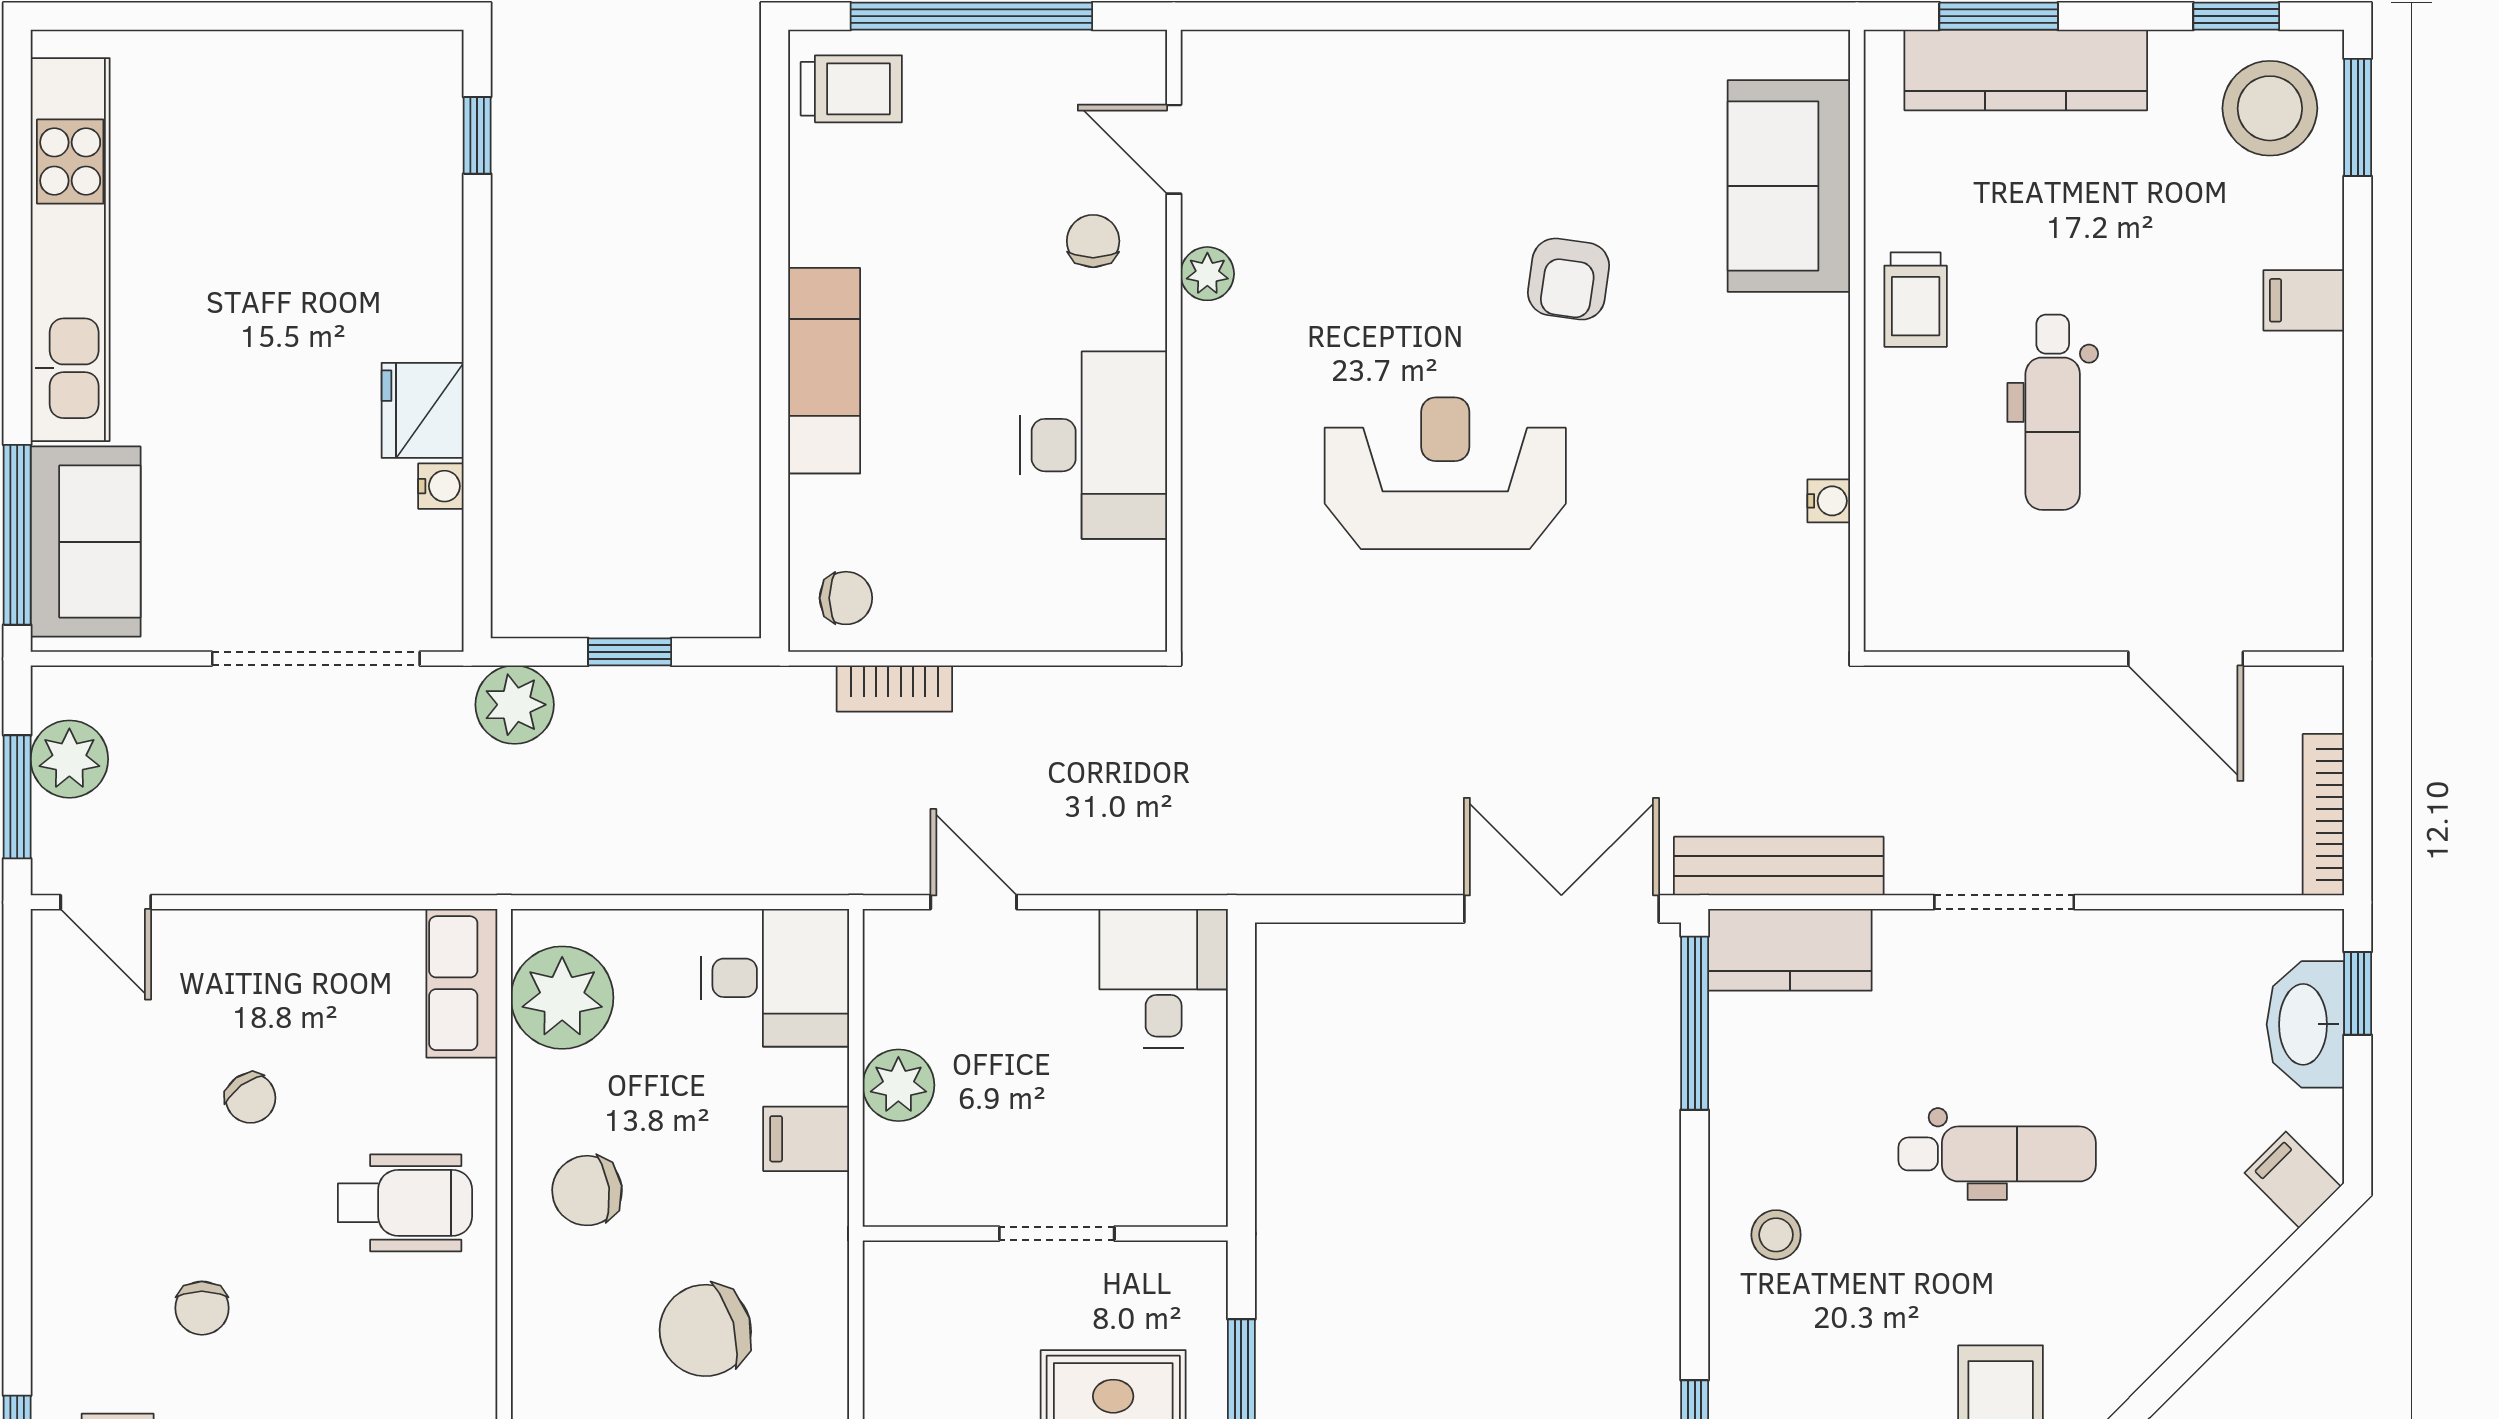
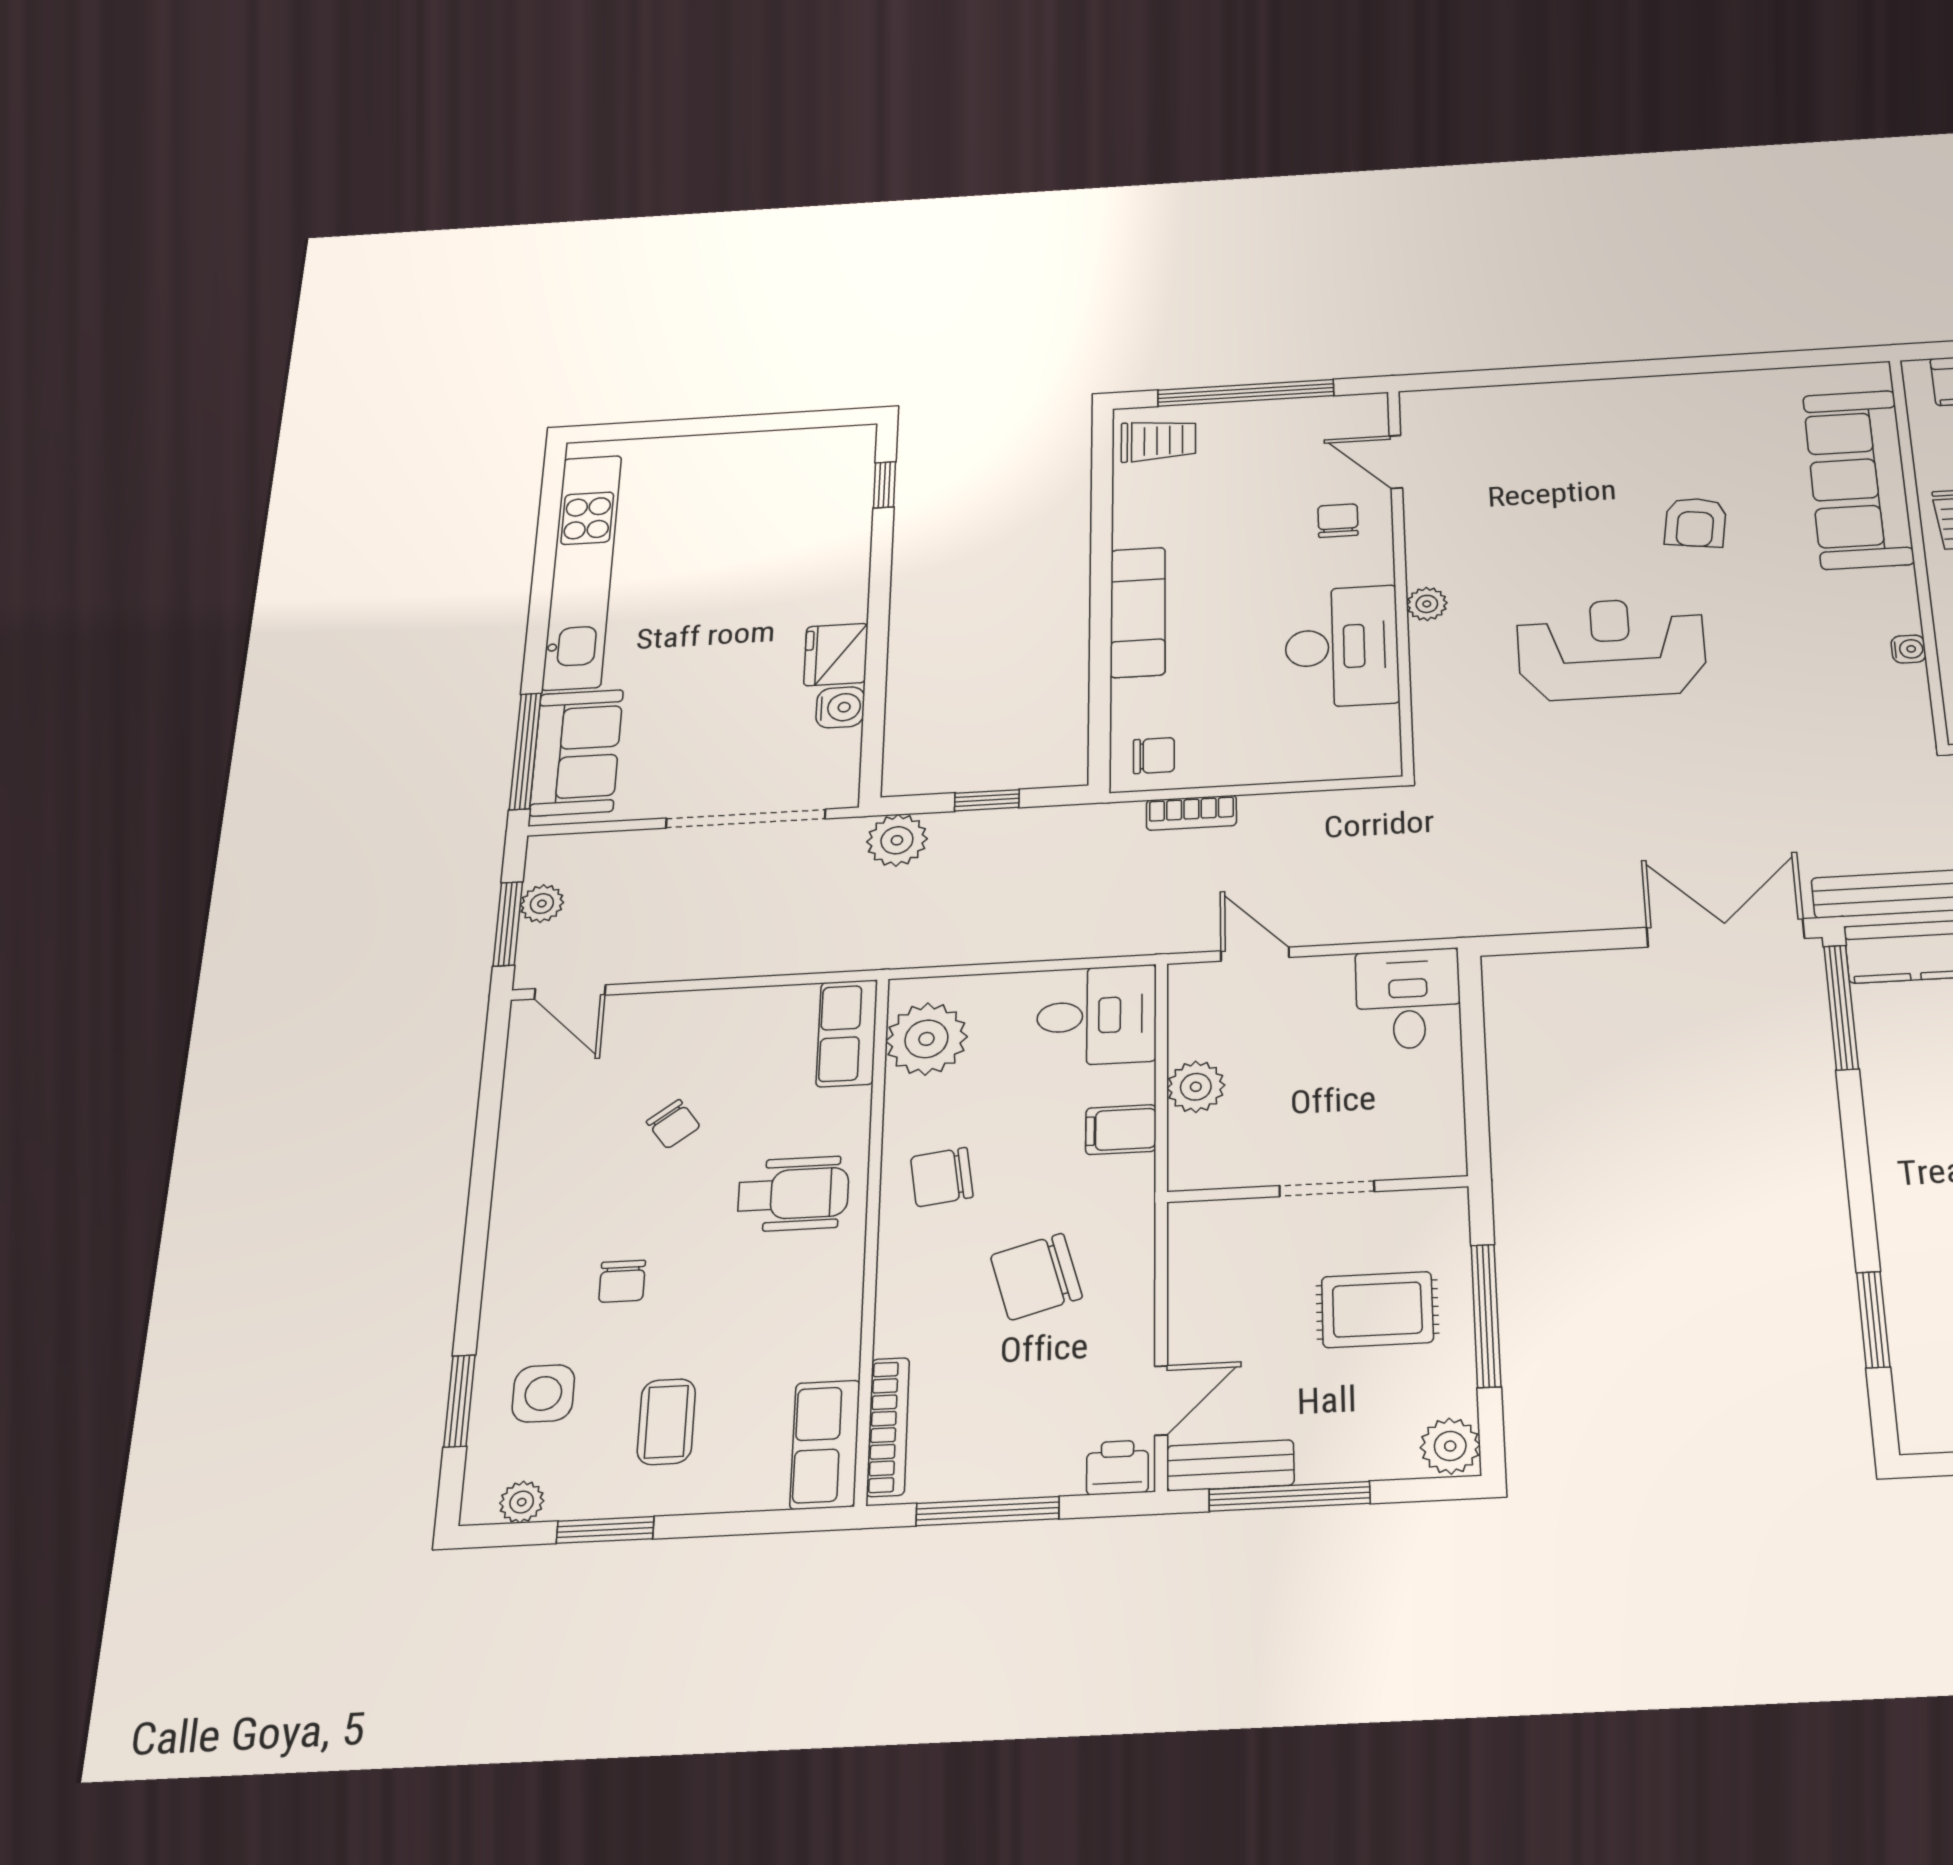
sofa: (1789, 186) -> (1858, 479), width x1.36
plant: (1207, 274) -> (1427, 604), moved
water cooler: (441, 486) -> (840, 707), width x1.38, depth x1.38
plant: (69, 759) -> (542, 904), width x0.73, depth x0.73
stool: (1776, 1235) -> (1925, 1158), removed

